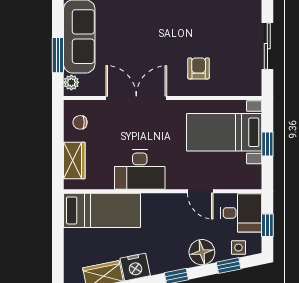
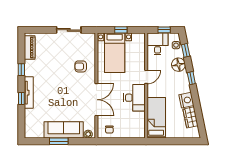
window: (58, 55) -> (59, 141), moved
double door: (136, 98) -> (96, 100), swing flipped
wardrobe: (74, 160) -> (130, 133), removed
door: (200, 191) -> (146, 77), moved

